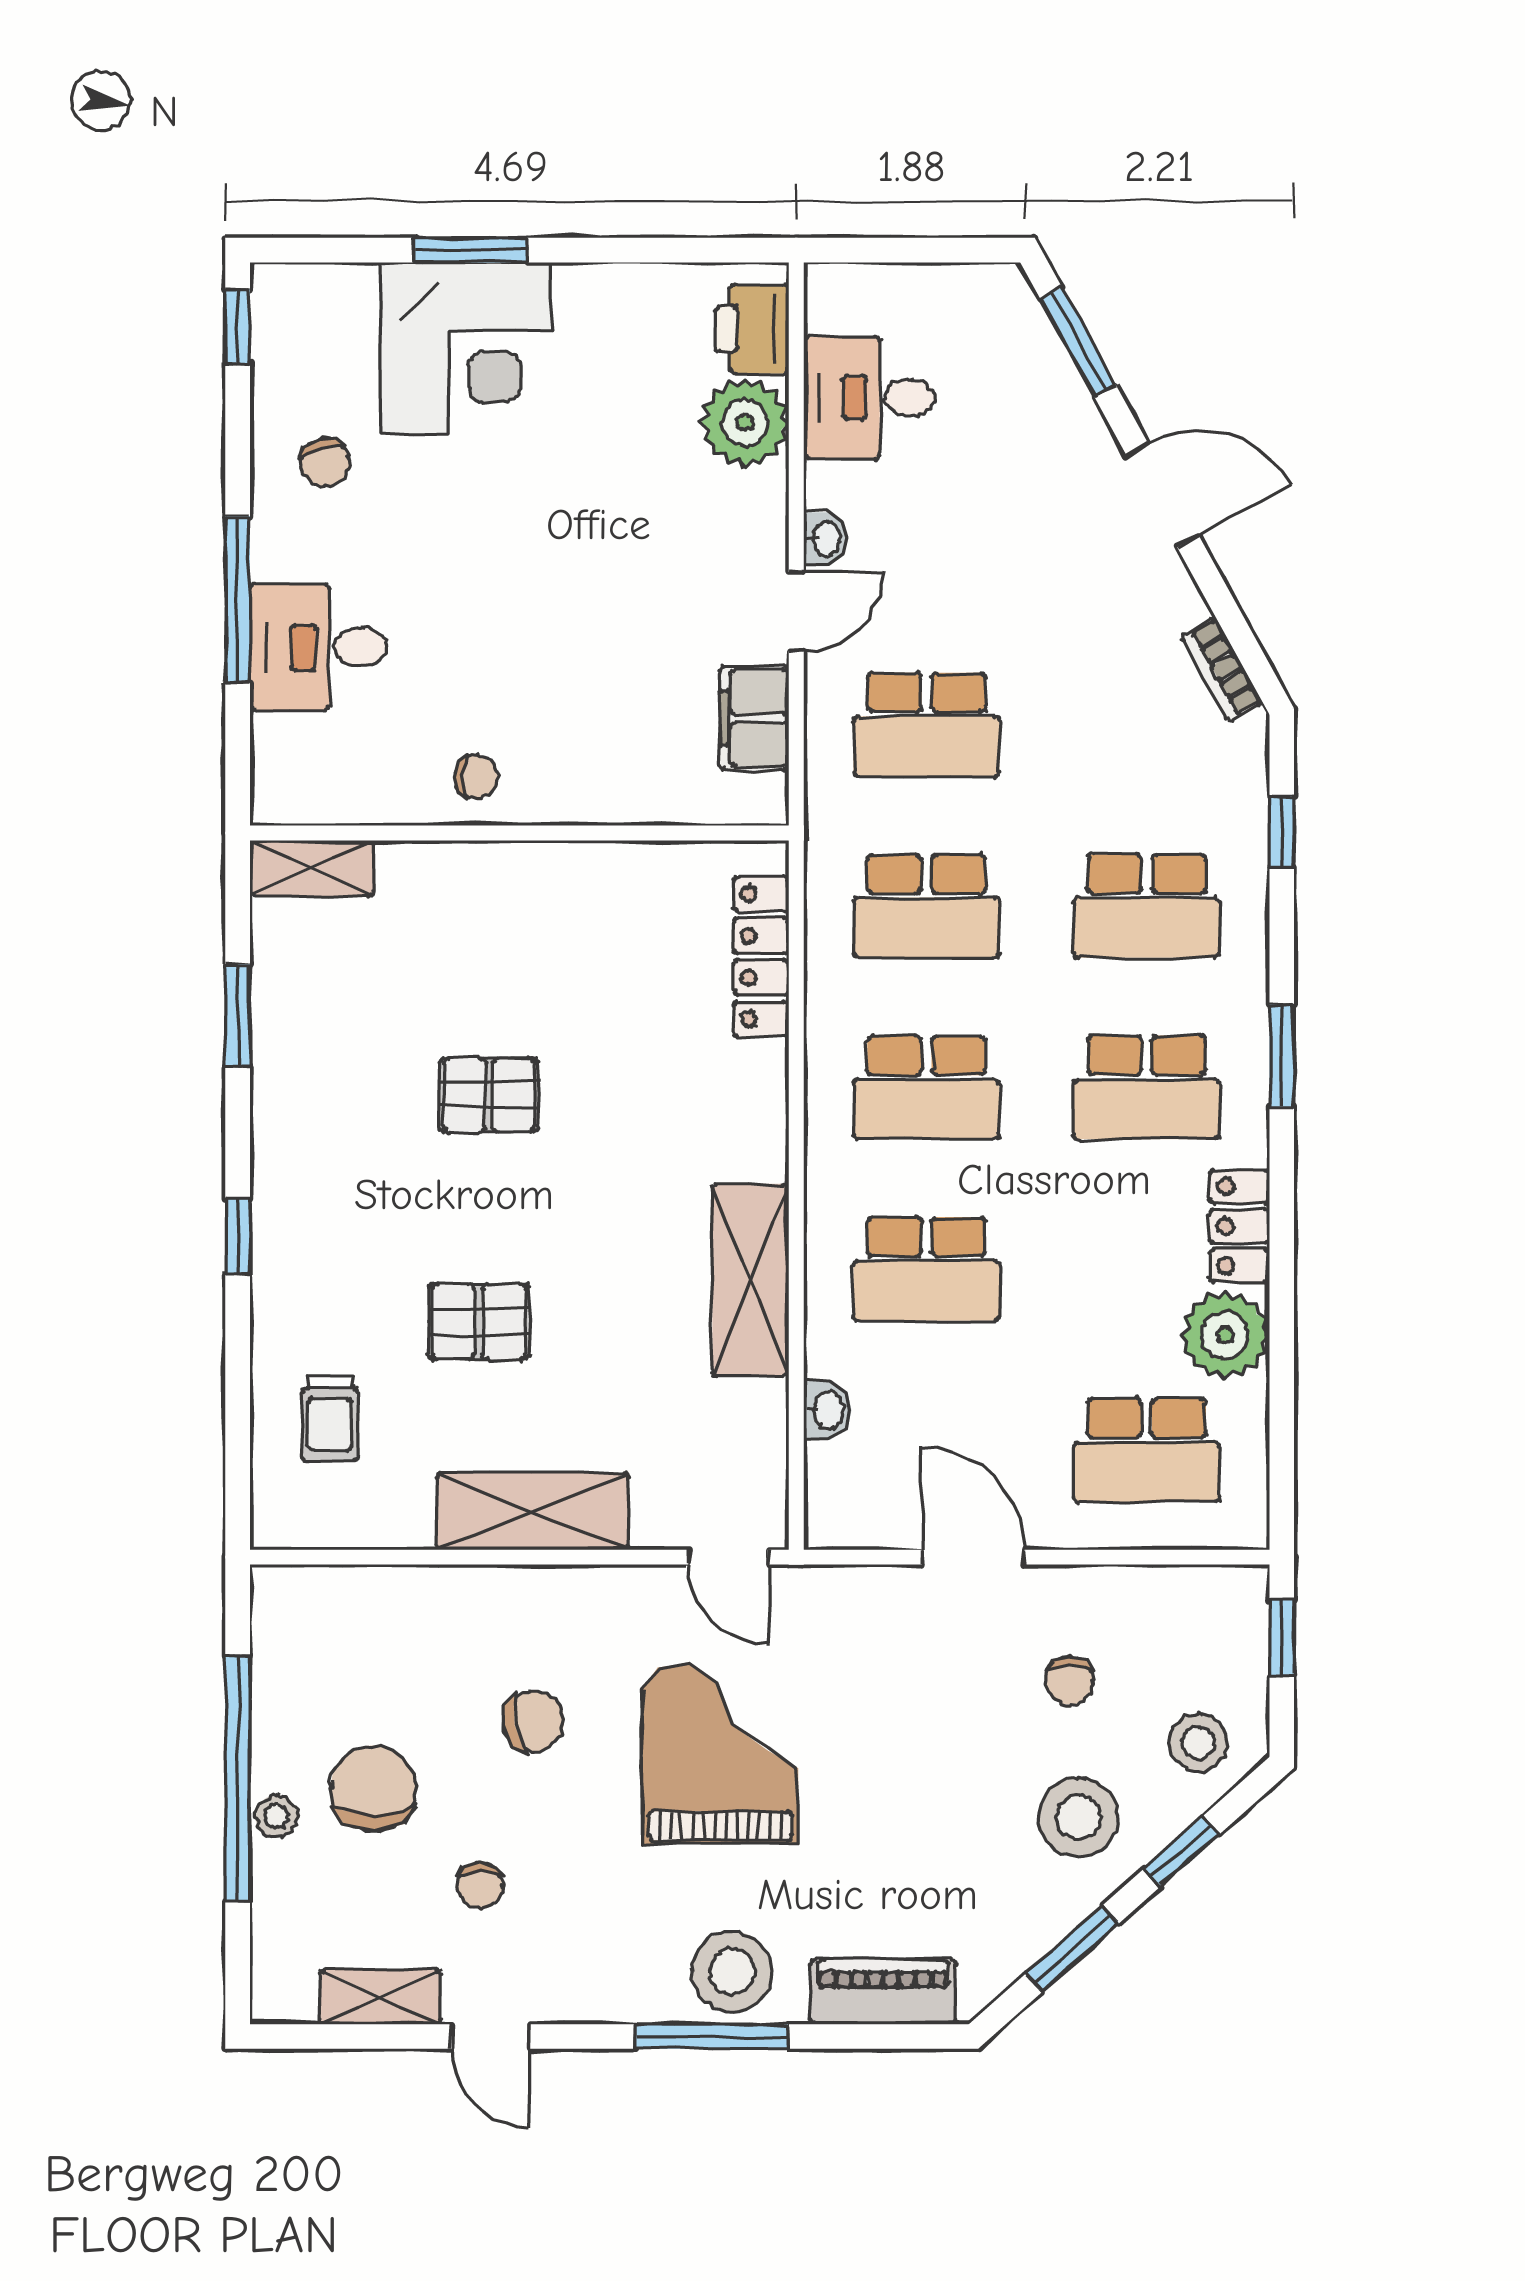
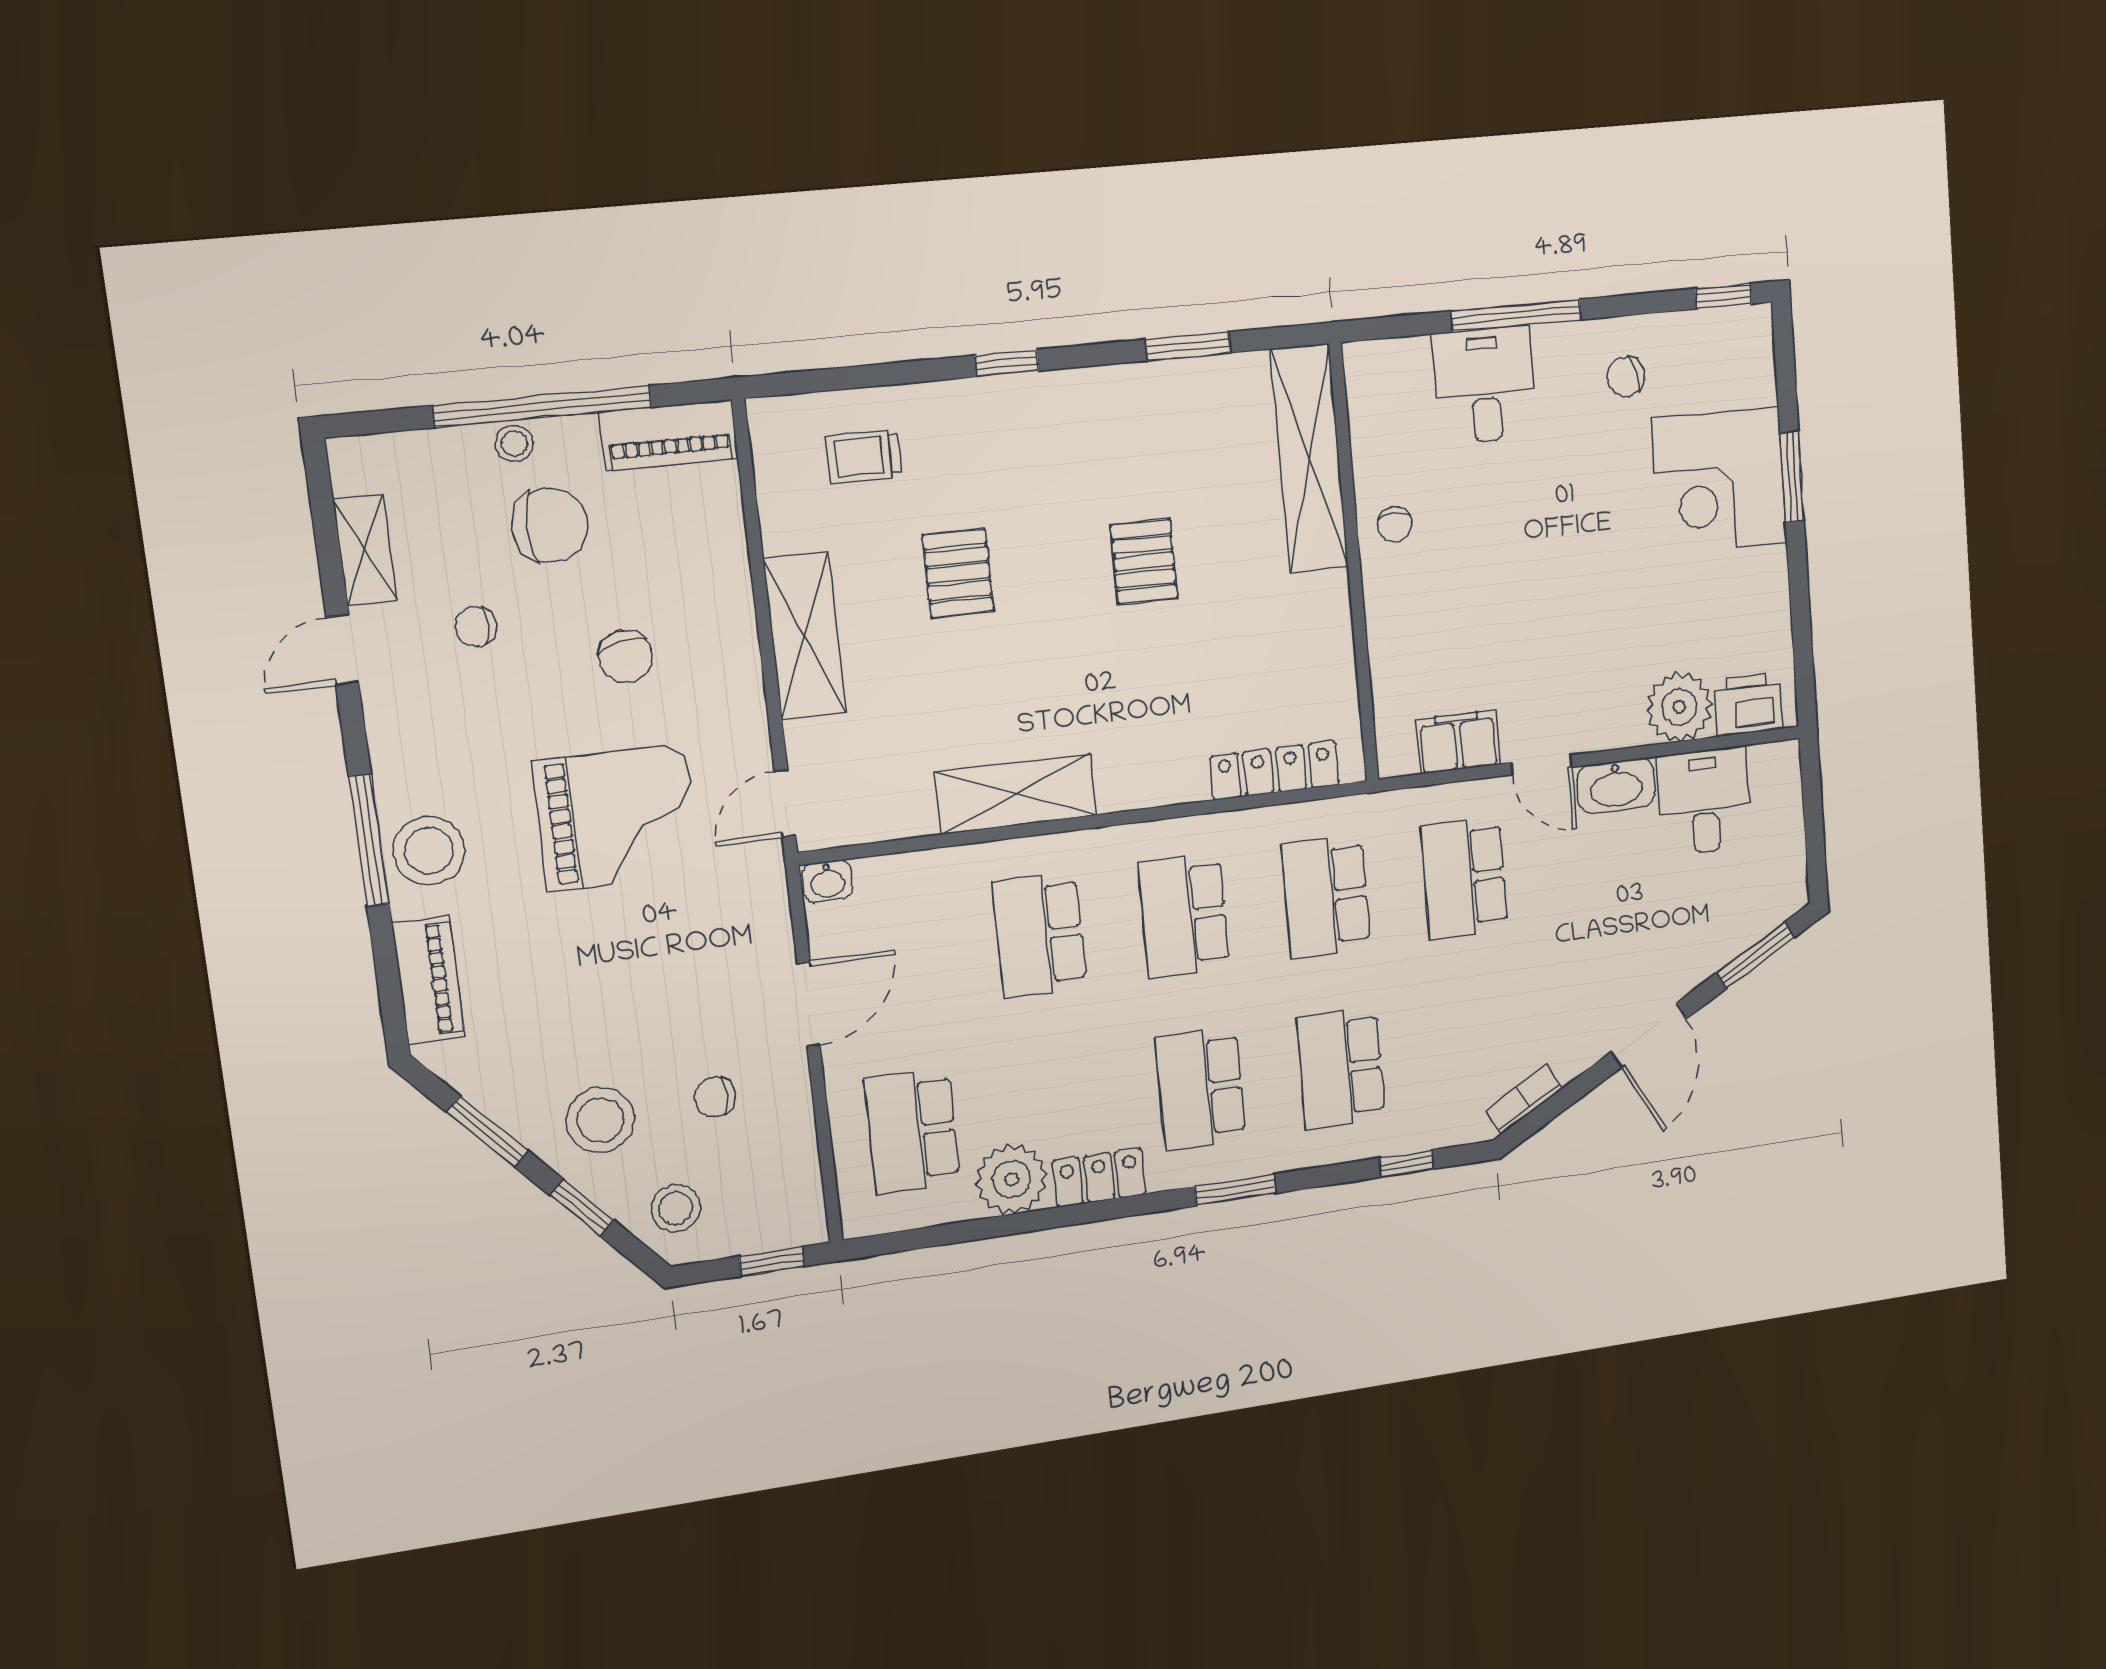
washbasin: (825, 539) -> (1616, 786), width x1.91, depth x1.45
shelving: (312, 868) -> (1310, 458), width x2.20, depth x1.33
washbasin: (827, 1410) -> (827, 881), moved
piano: (284, 1641) -> (669, 435), added

